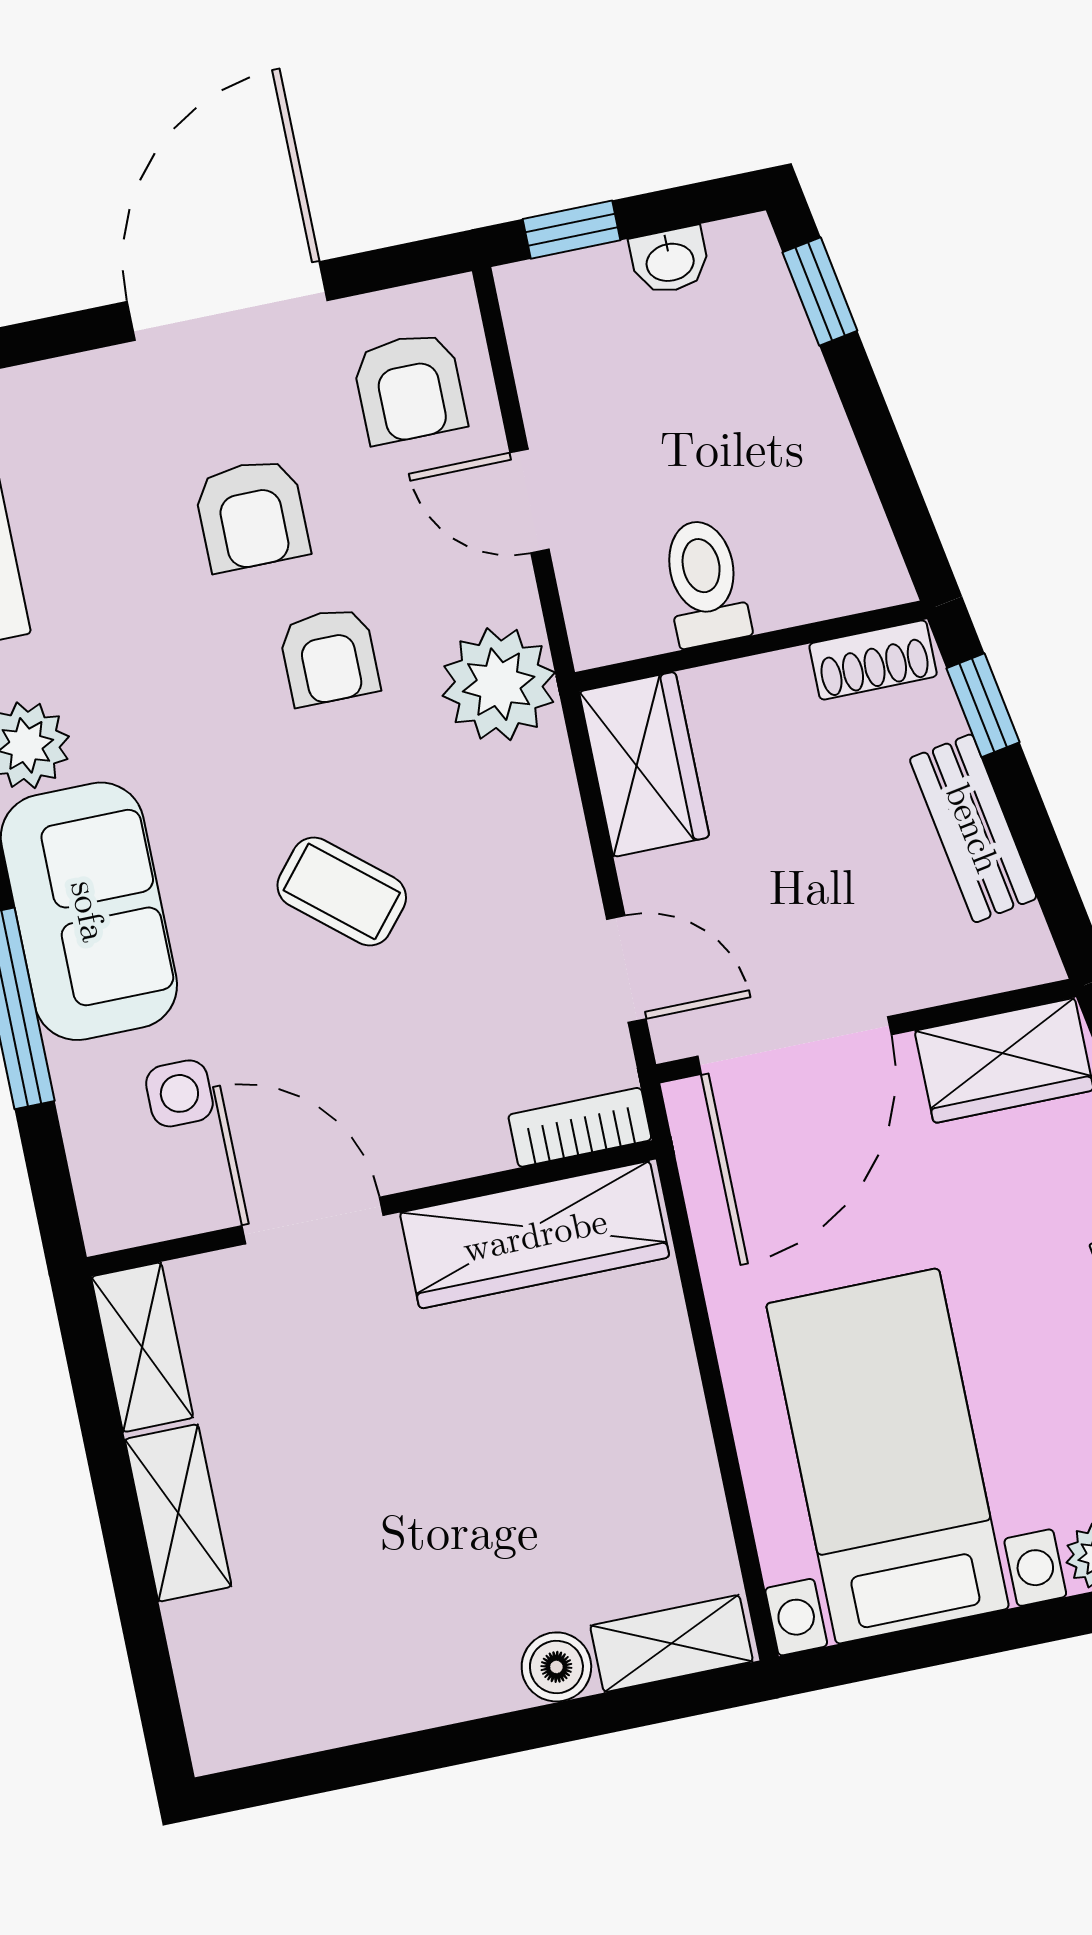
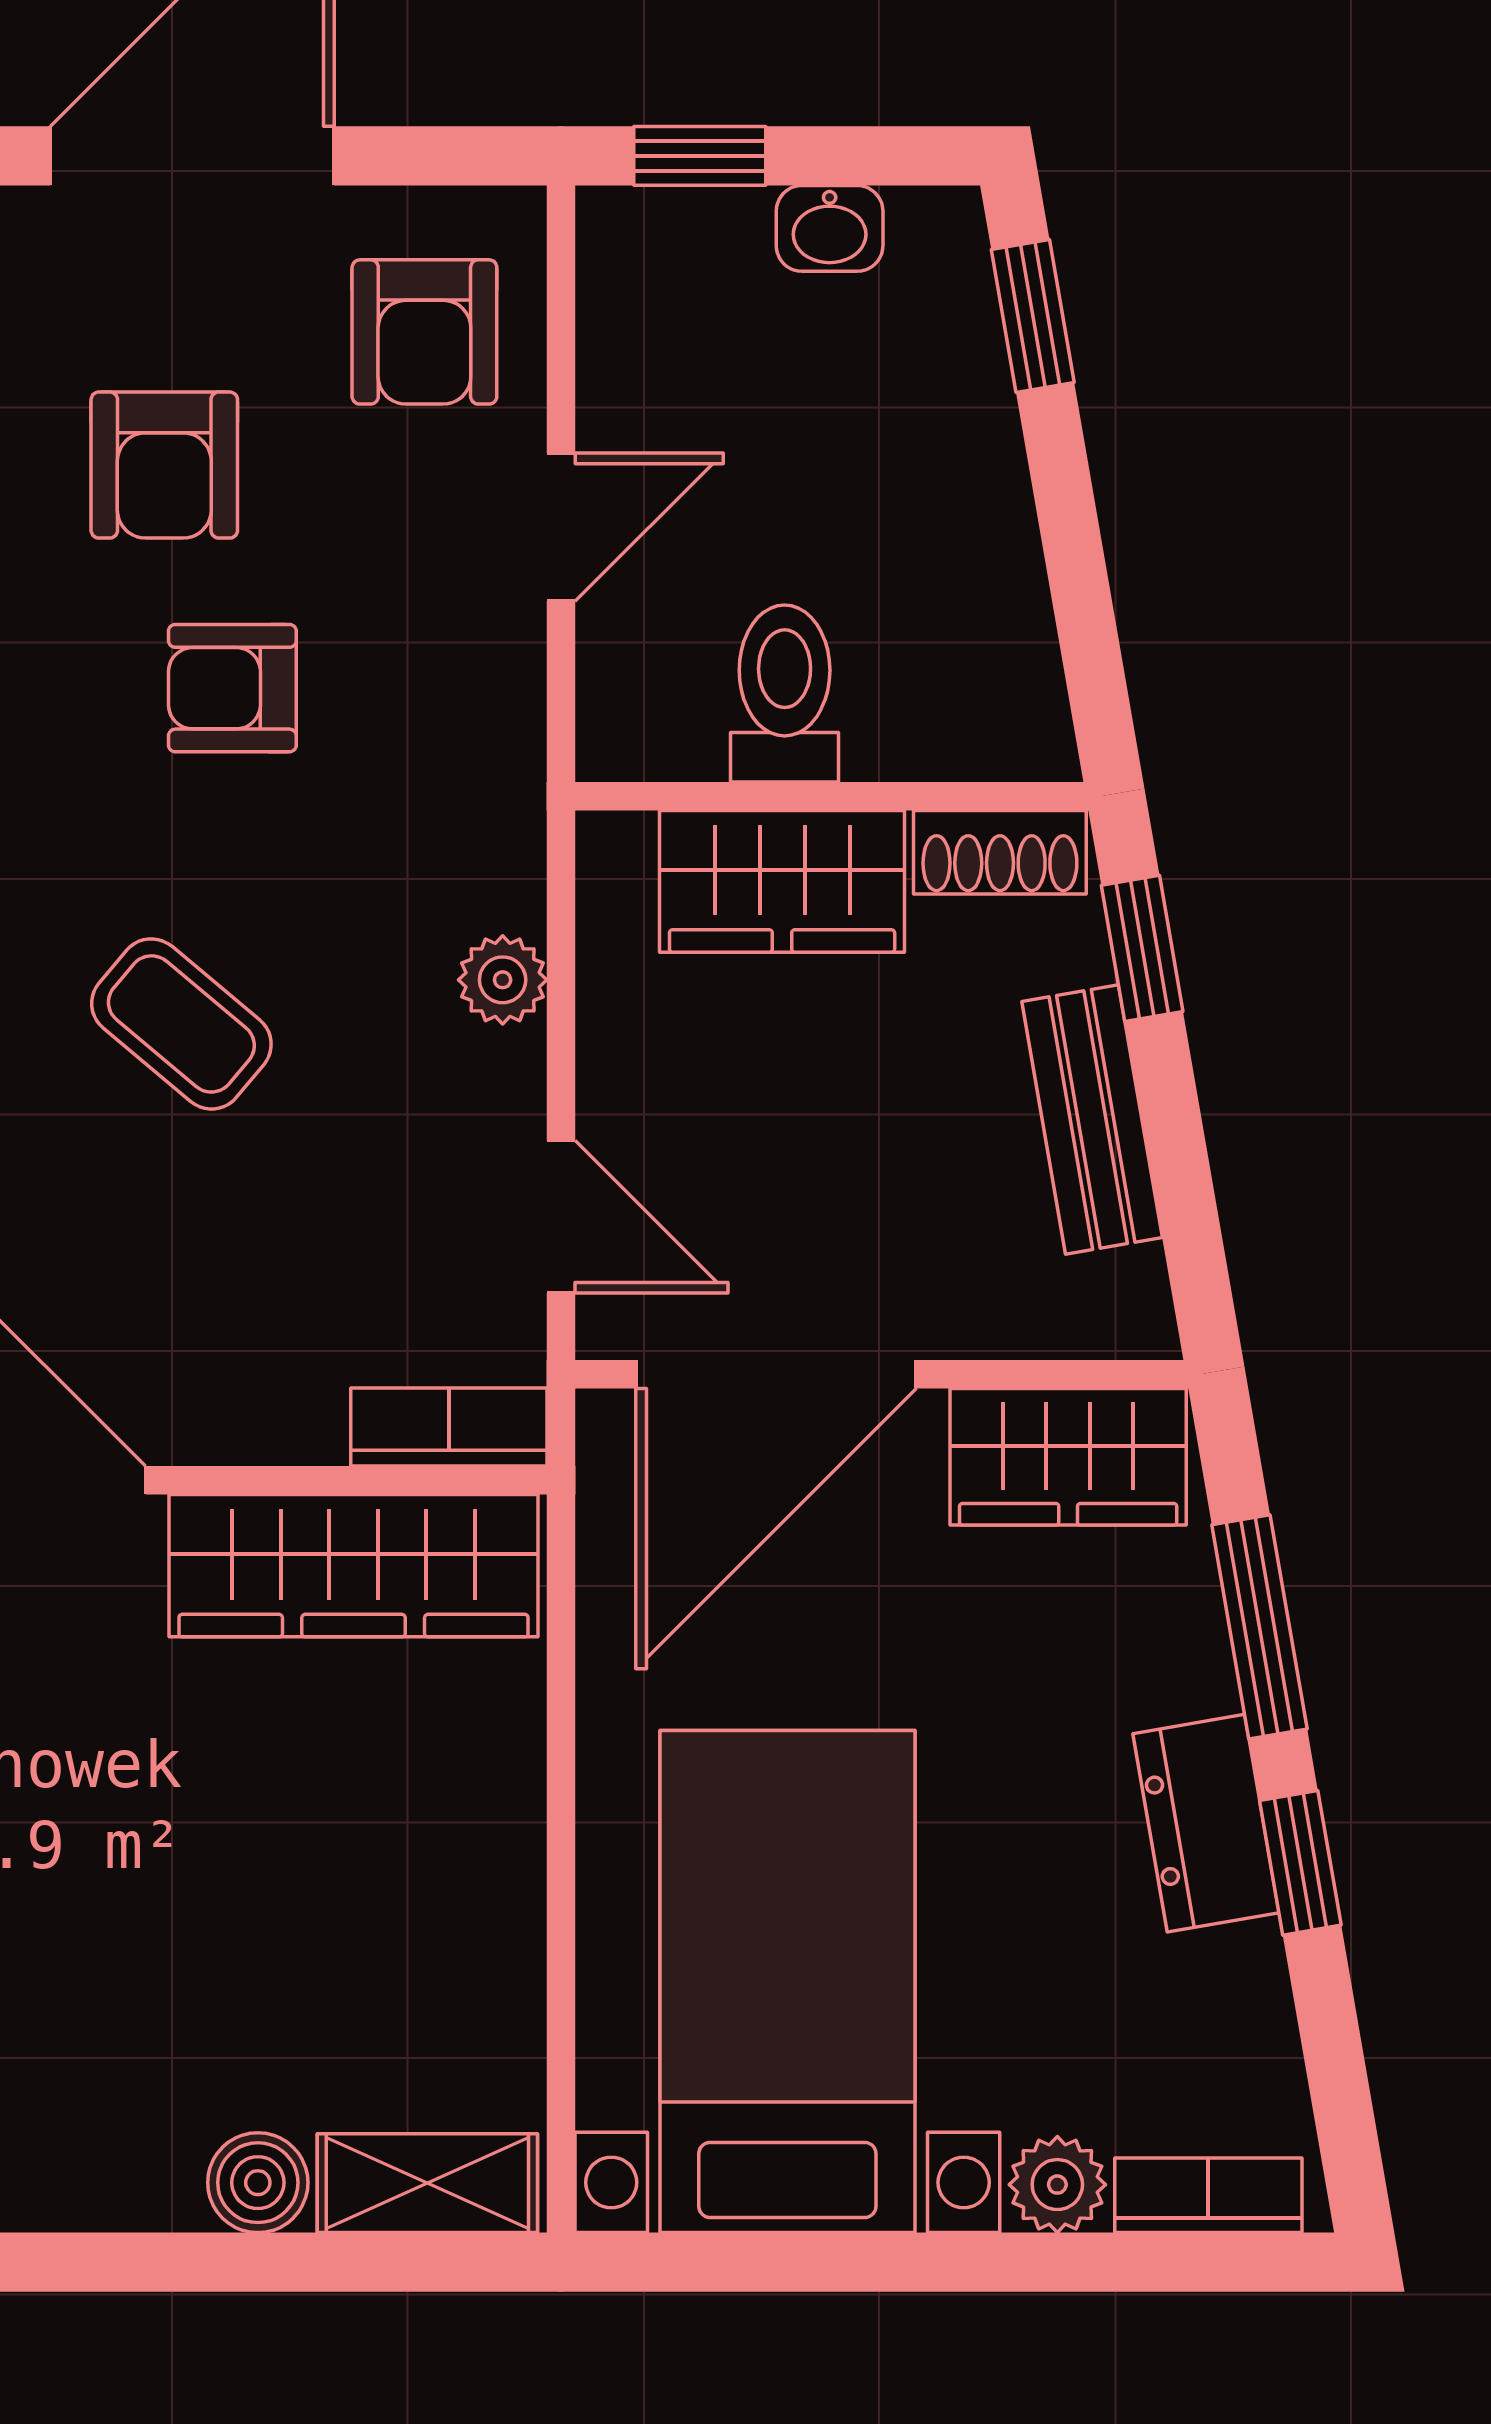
door: (530, 501) -> (561, 527), swing flipped
armchair: (329, 656) -> (232, 688), turned 90
plant: (499, 684) -> (503, 980), moved, width x0.53, depth x0.53
wardrobe: (644, 764) -> (782, 881), moved, turned 90

